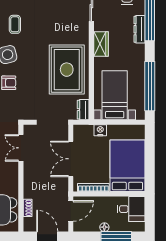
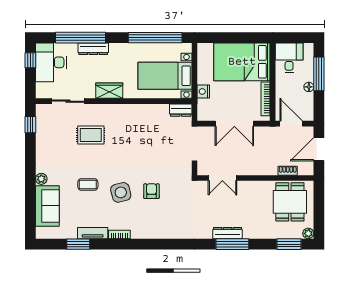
rug: (67, 70) -> (91, 135), moved, width x0.54, depth x0.49

